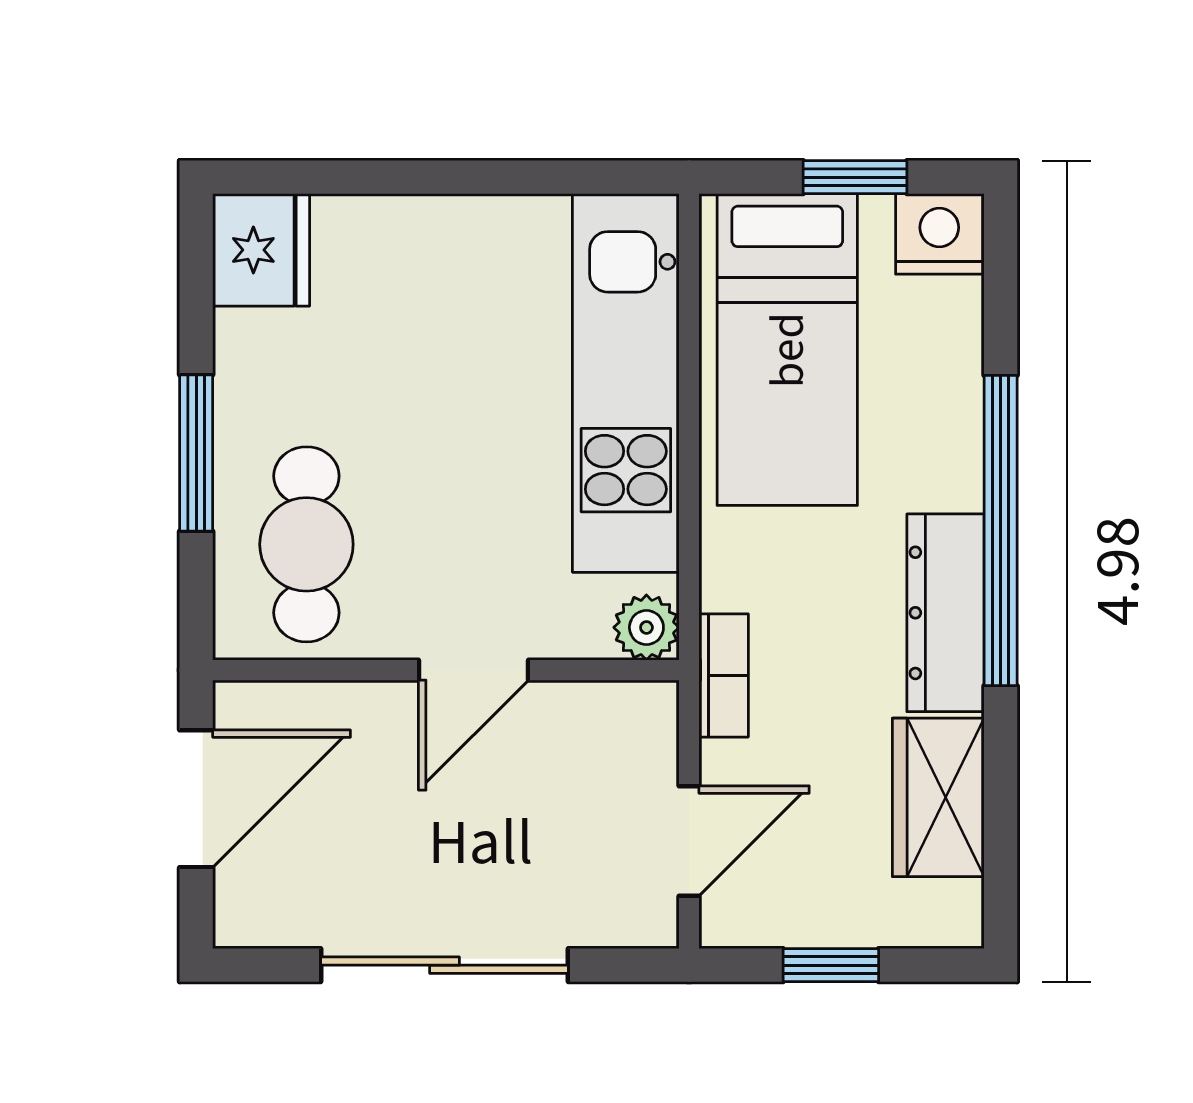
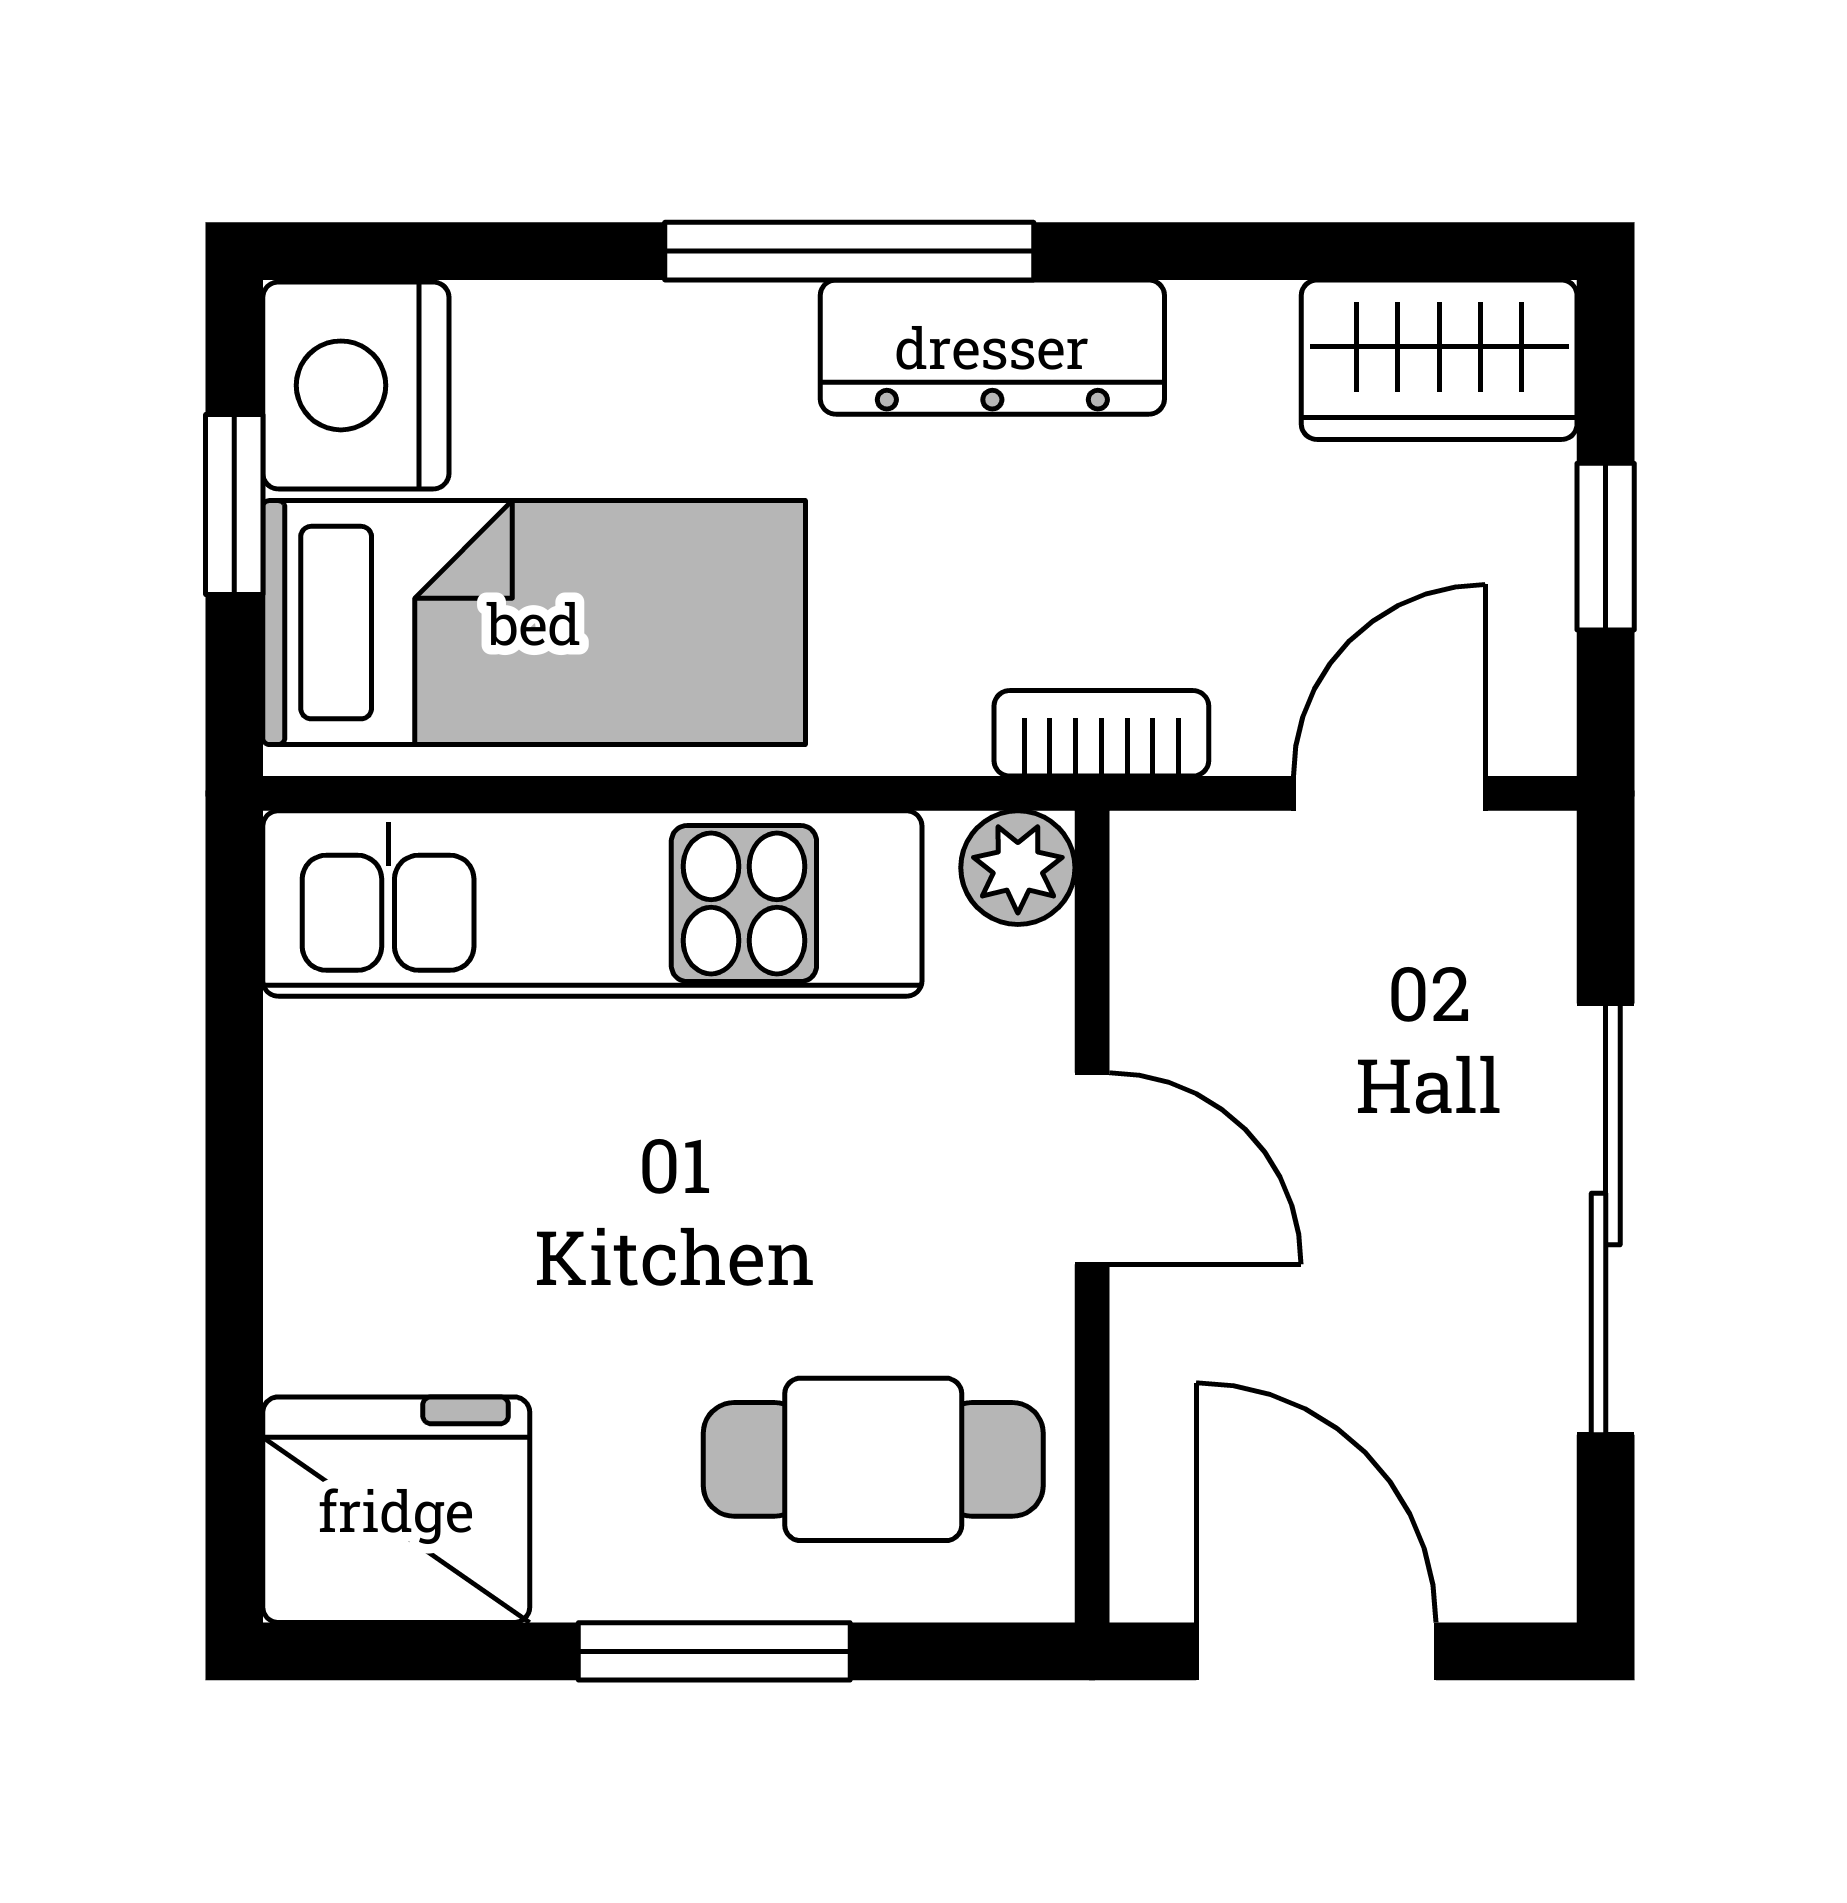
nightstand: (939, 234) -> (356, 385), width x1.36, depth x1.33
fridge: (261, 250) -> (396, 1510), width x1.36, depth x1.34
window: (1001, 531) -> (849, 251), width x0.68
wardrobe: (938, 797) -> (1439, 360), moved
door: (689, 841) -> (1389, 793), hinge flipped

